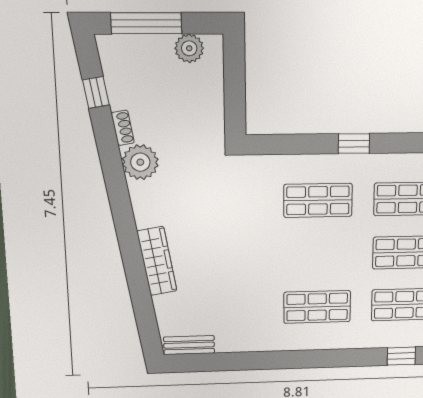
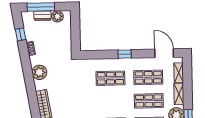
dresser: (151, 46) -> (42, 16), added
plant: (140, 162) -> (39, 72), moved

